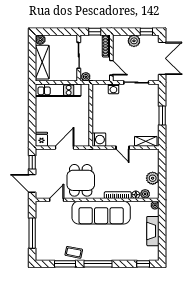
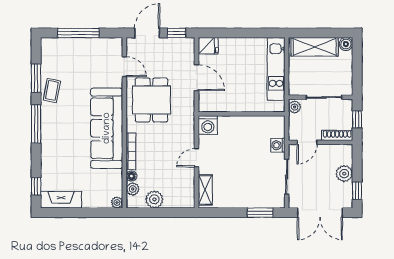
window: (162, 116) -> (260, 213), moved
dining table: (81, 180) -> (151, 100), turned 90
fireplace: (153, 231) -> (61, 200), moved

